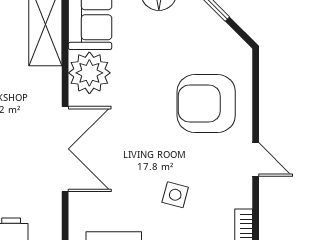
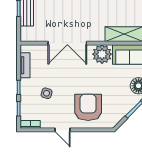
door: (256, 159) -> (63, 130), hinge flipped

